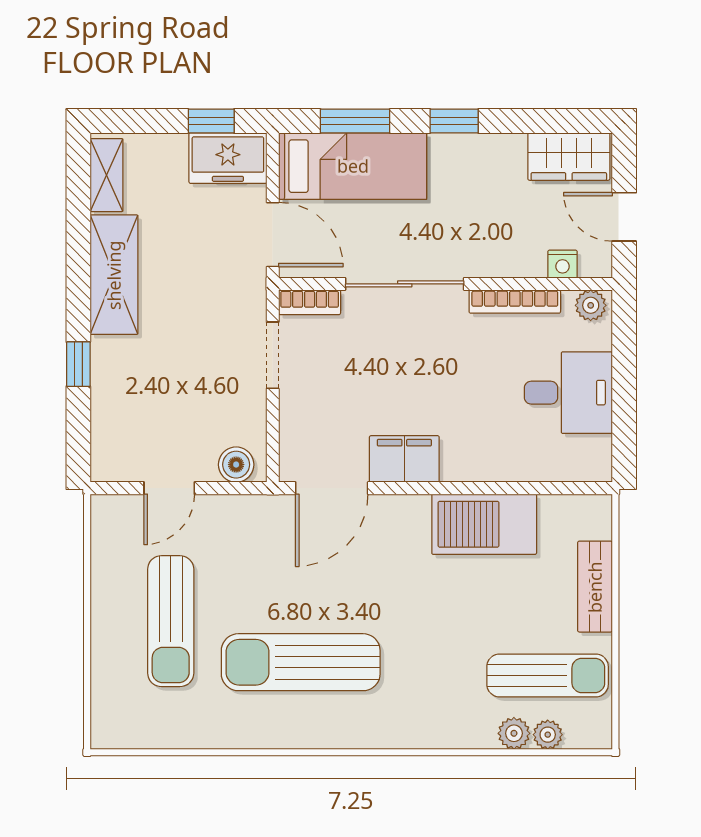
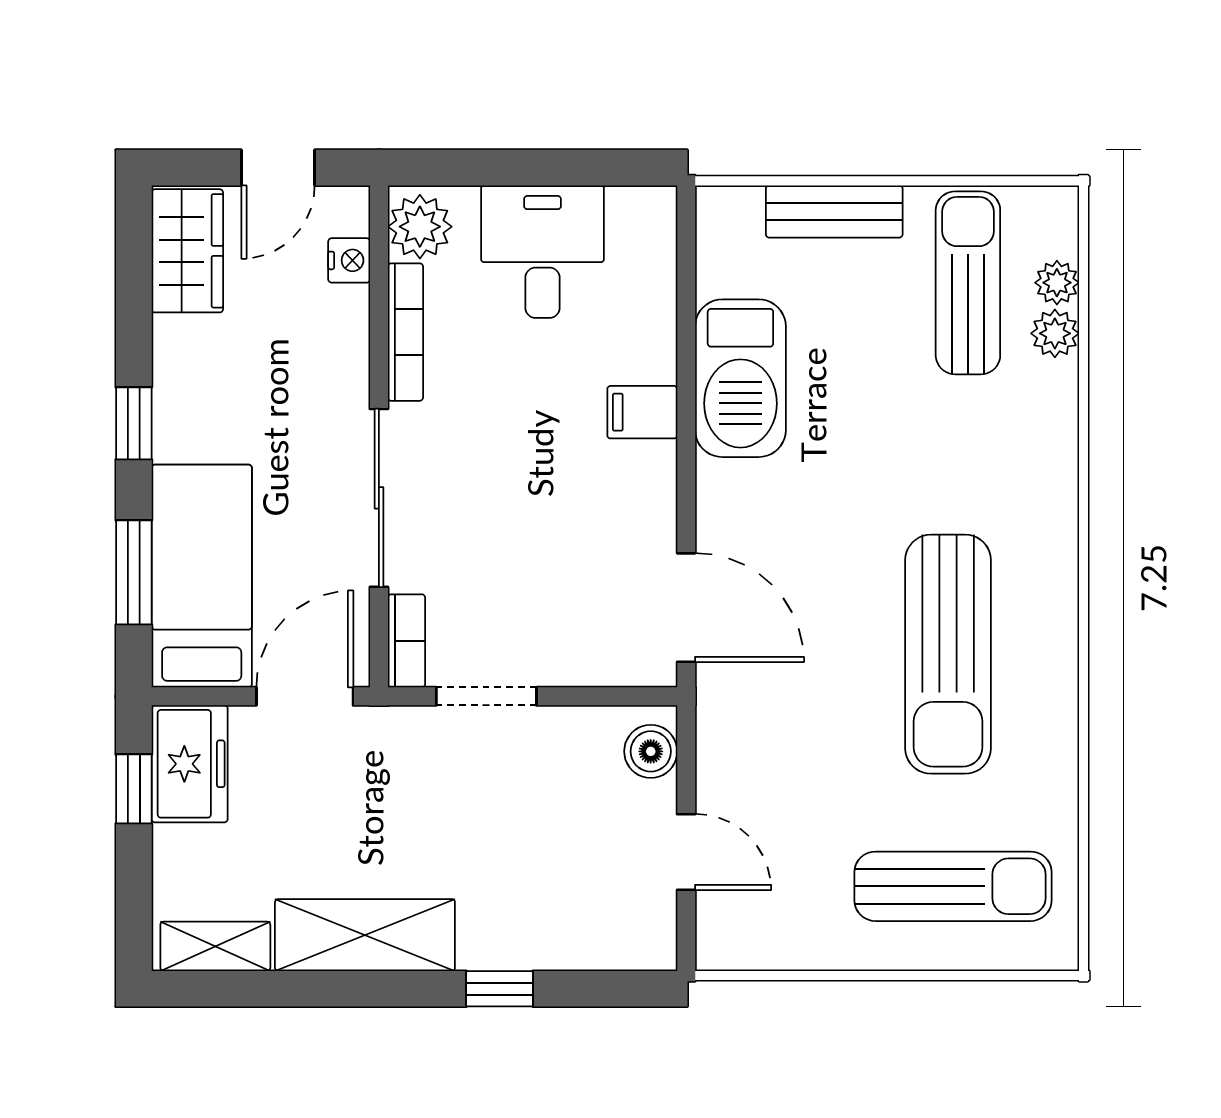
plant: (591, 305) -> (420, 227), width x1.38, depth x1.38
filing cabinet: (404, 459) -> (642, 412), moved, width x0.50
sun lounger: (171, 621) -> (953, 886), moved

